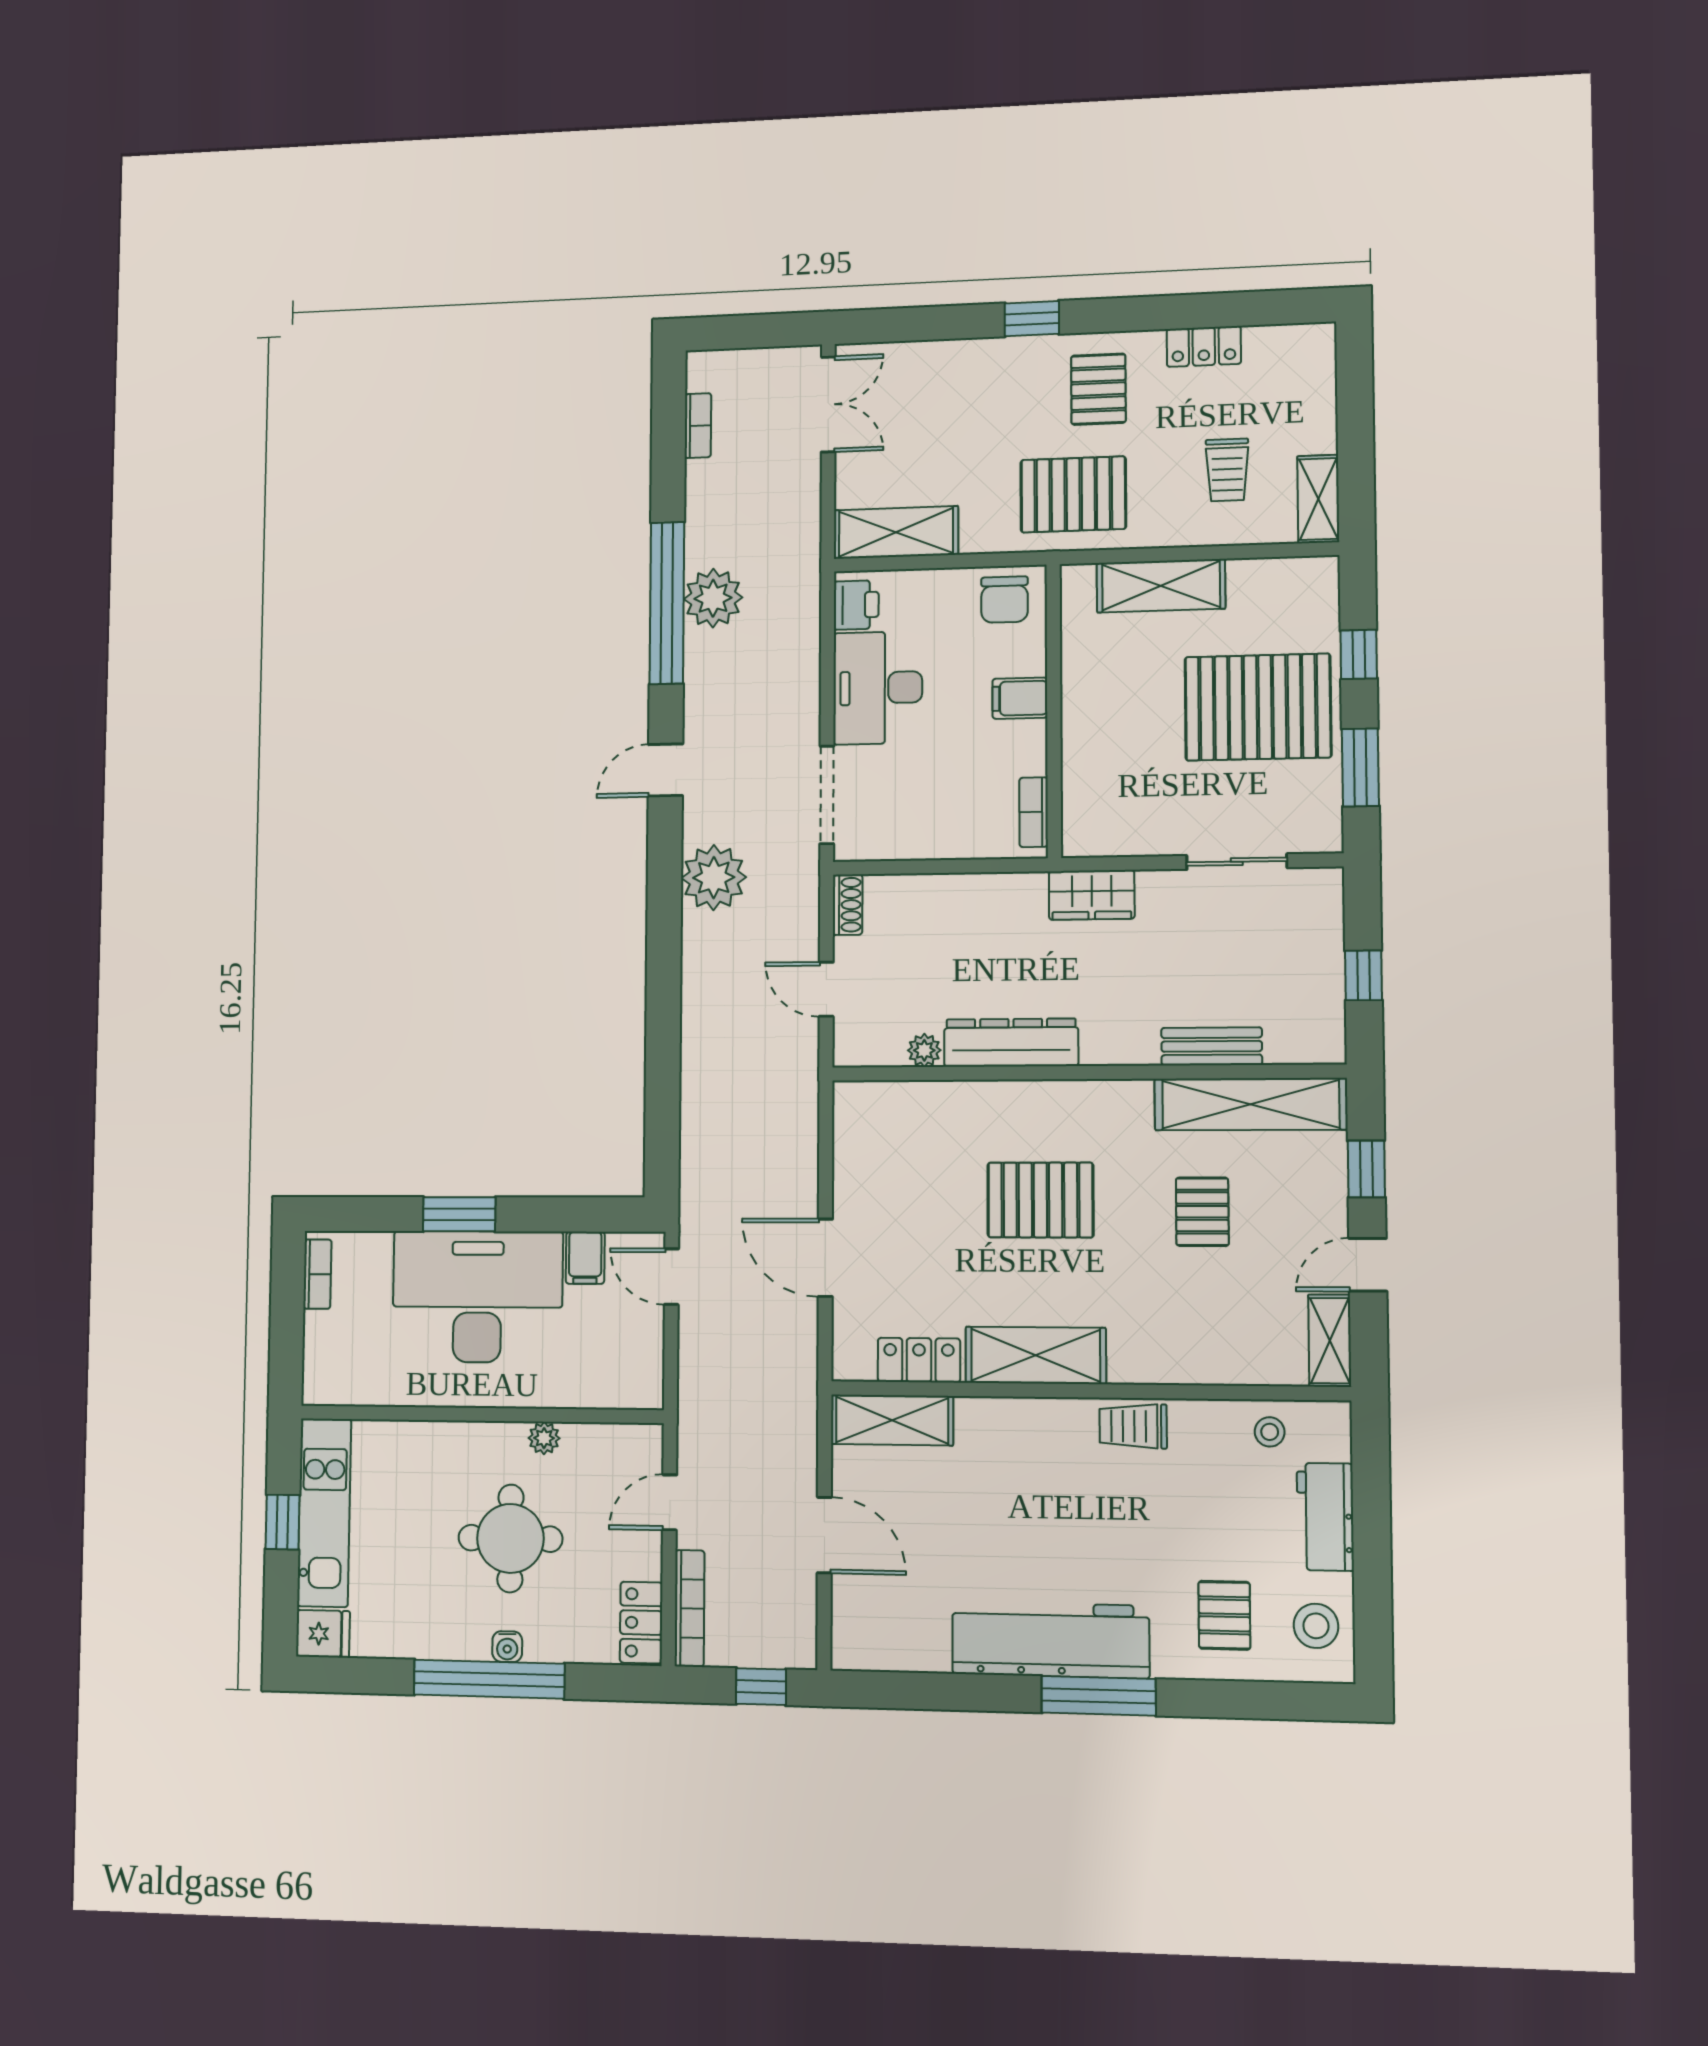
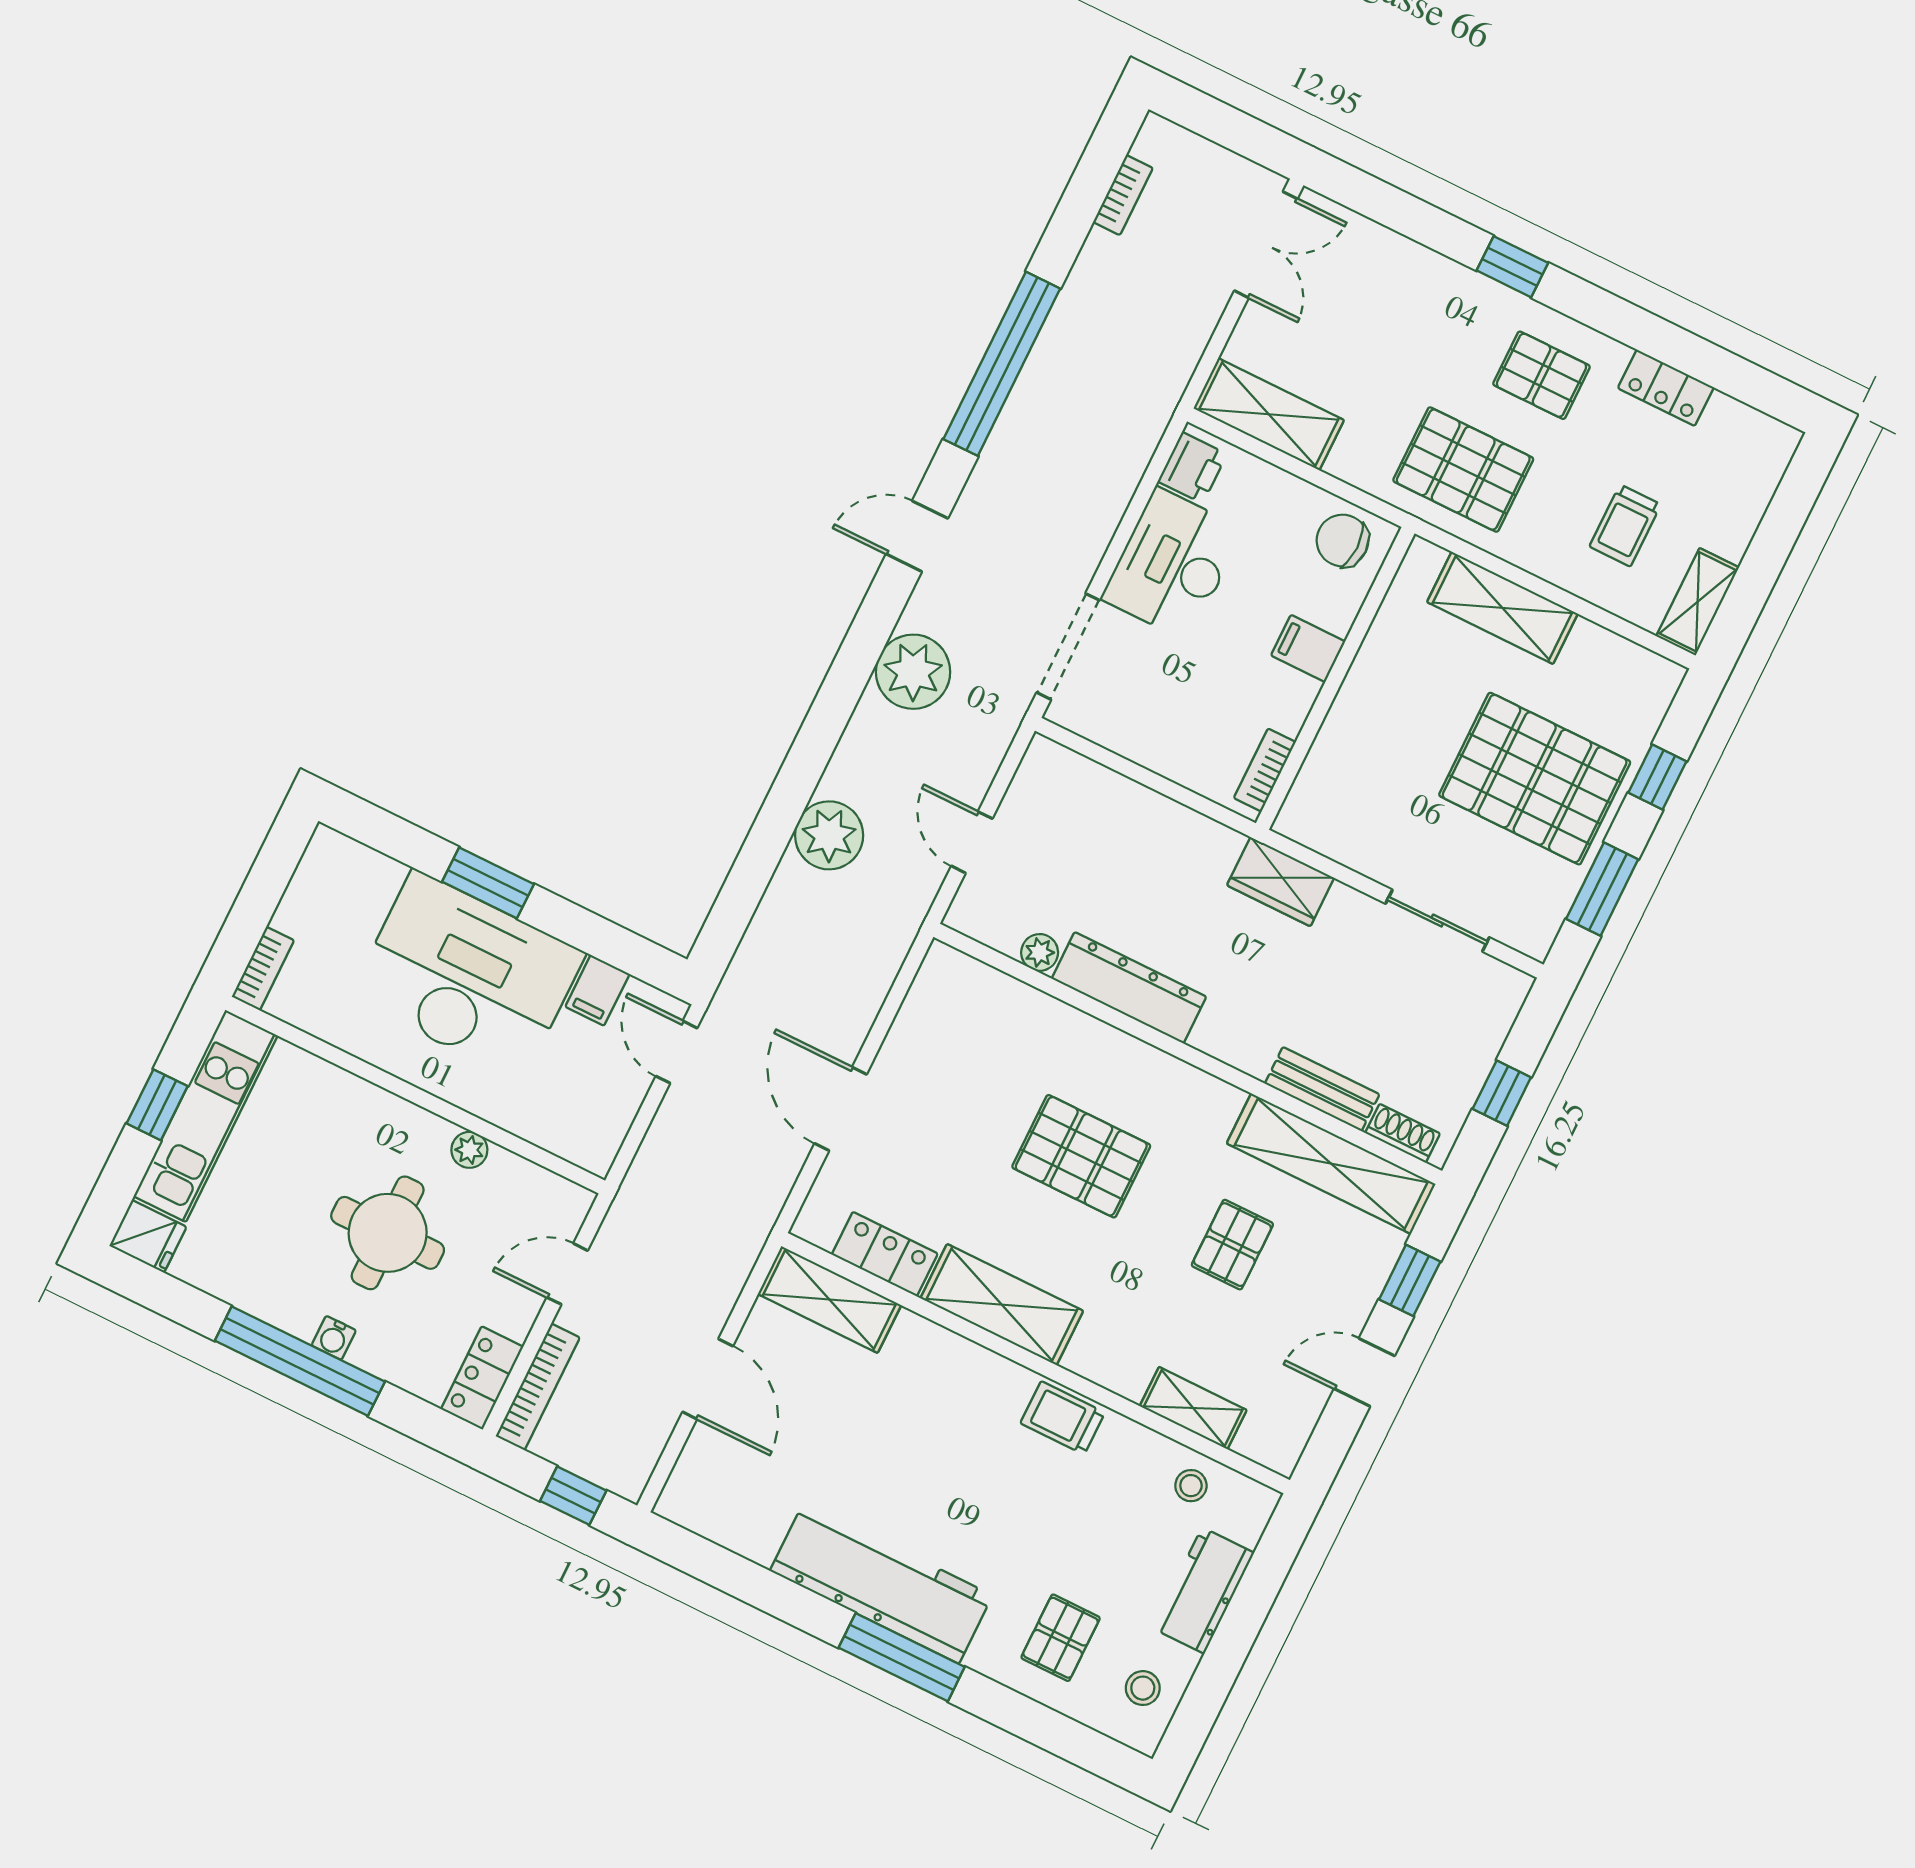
pallet: (1098, 389) -> (1542, 375), turned 90
plant: (713, 598) -> (829, 835), moved
chair: (1005, 600) -> (1342, 541), turned 90
shoe rack: (848, 905) -> (1403, 1133), moved, turned -90
bookcase: (317, 1274) -> (263, 969), moved
shelving: (1330, 1341) -> (1193, 1408), moved, turned 90
stool: (1316, 1626) -> (1143, 1688), width x0.73, depth x0.73

